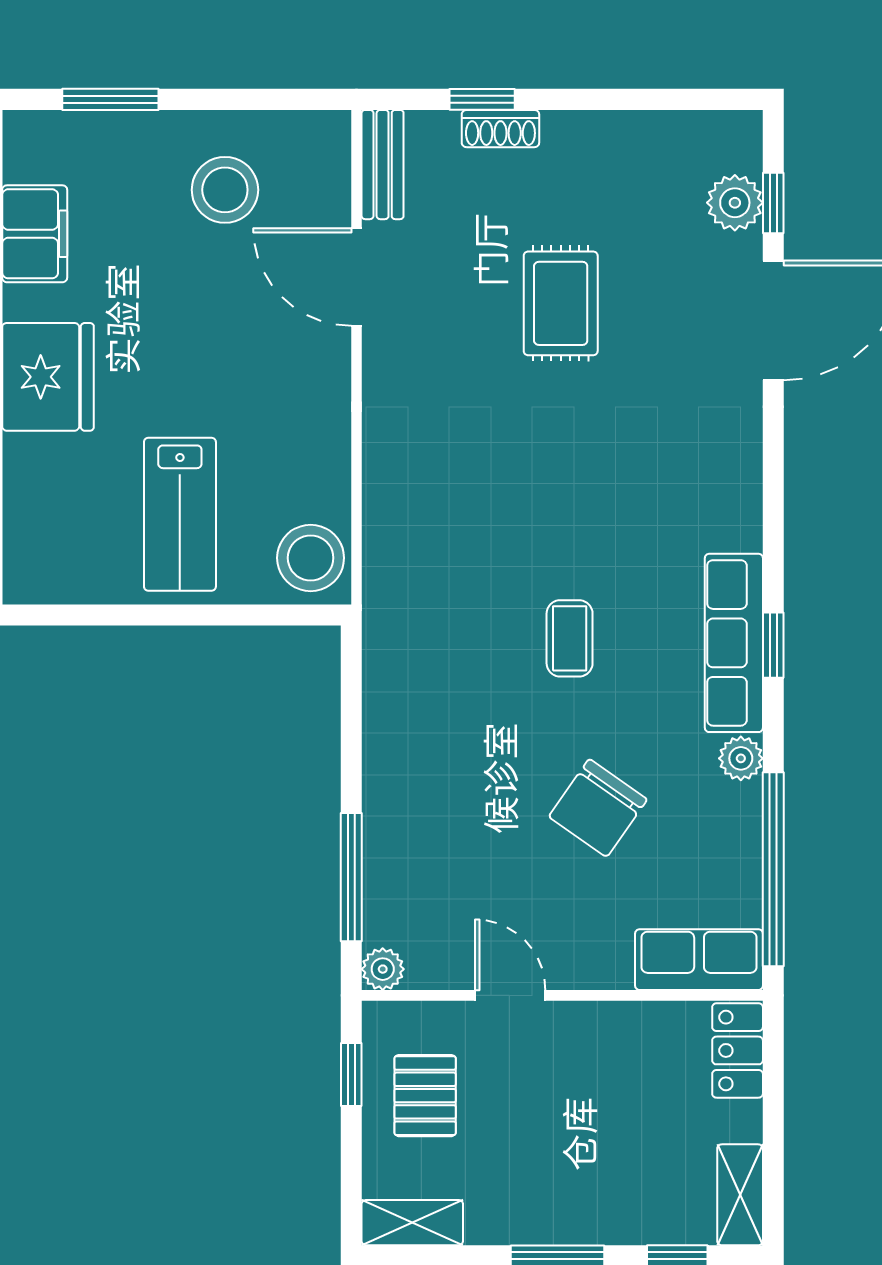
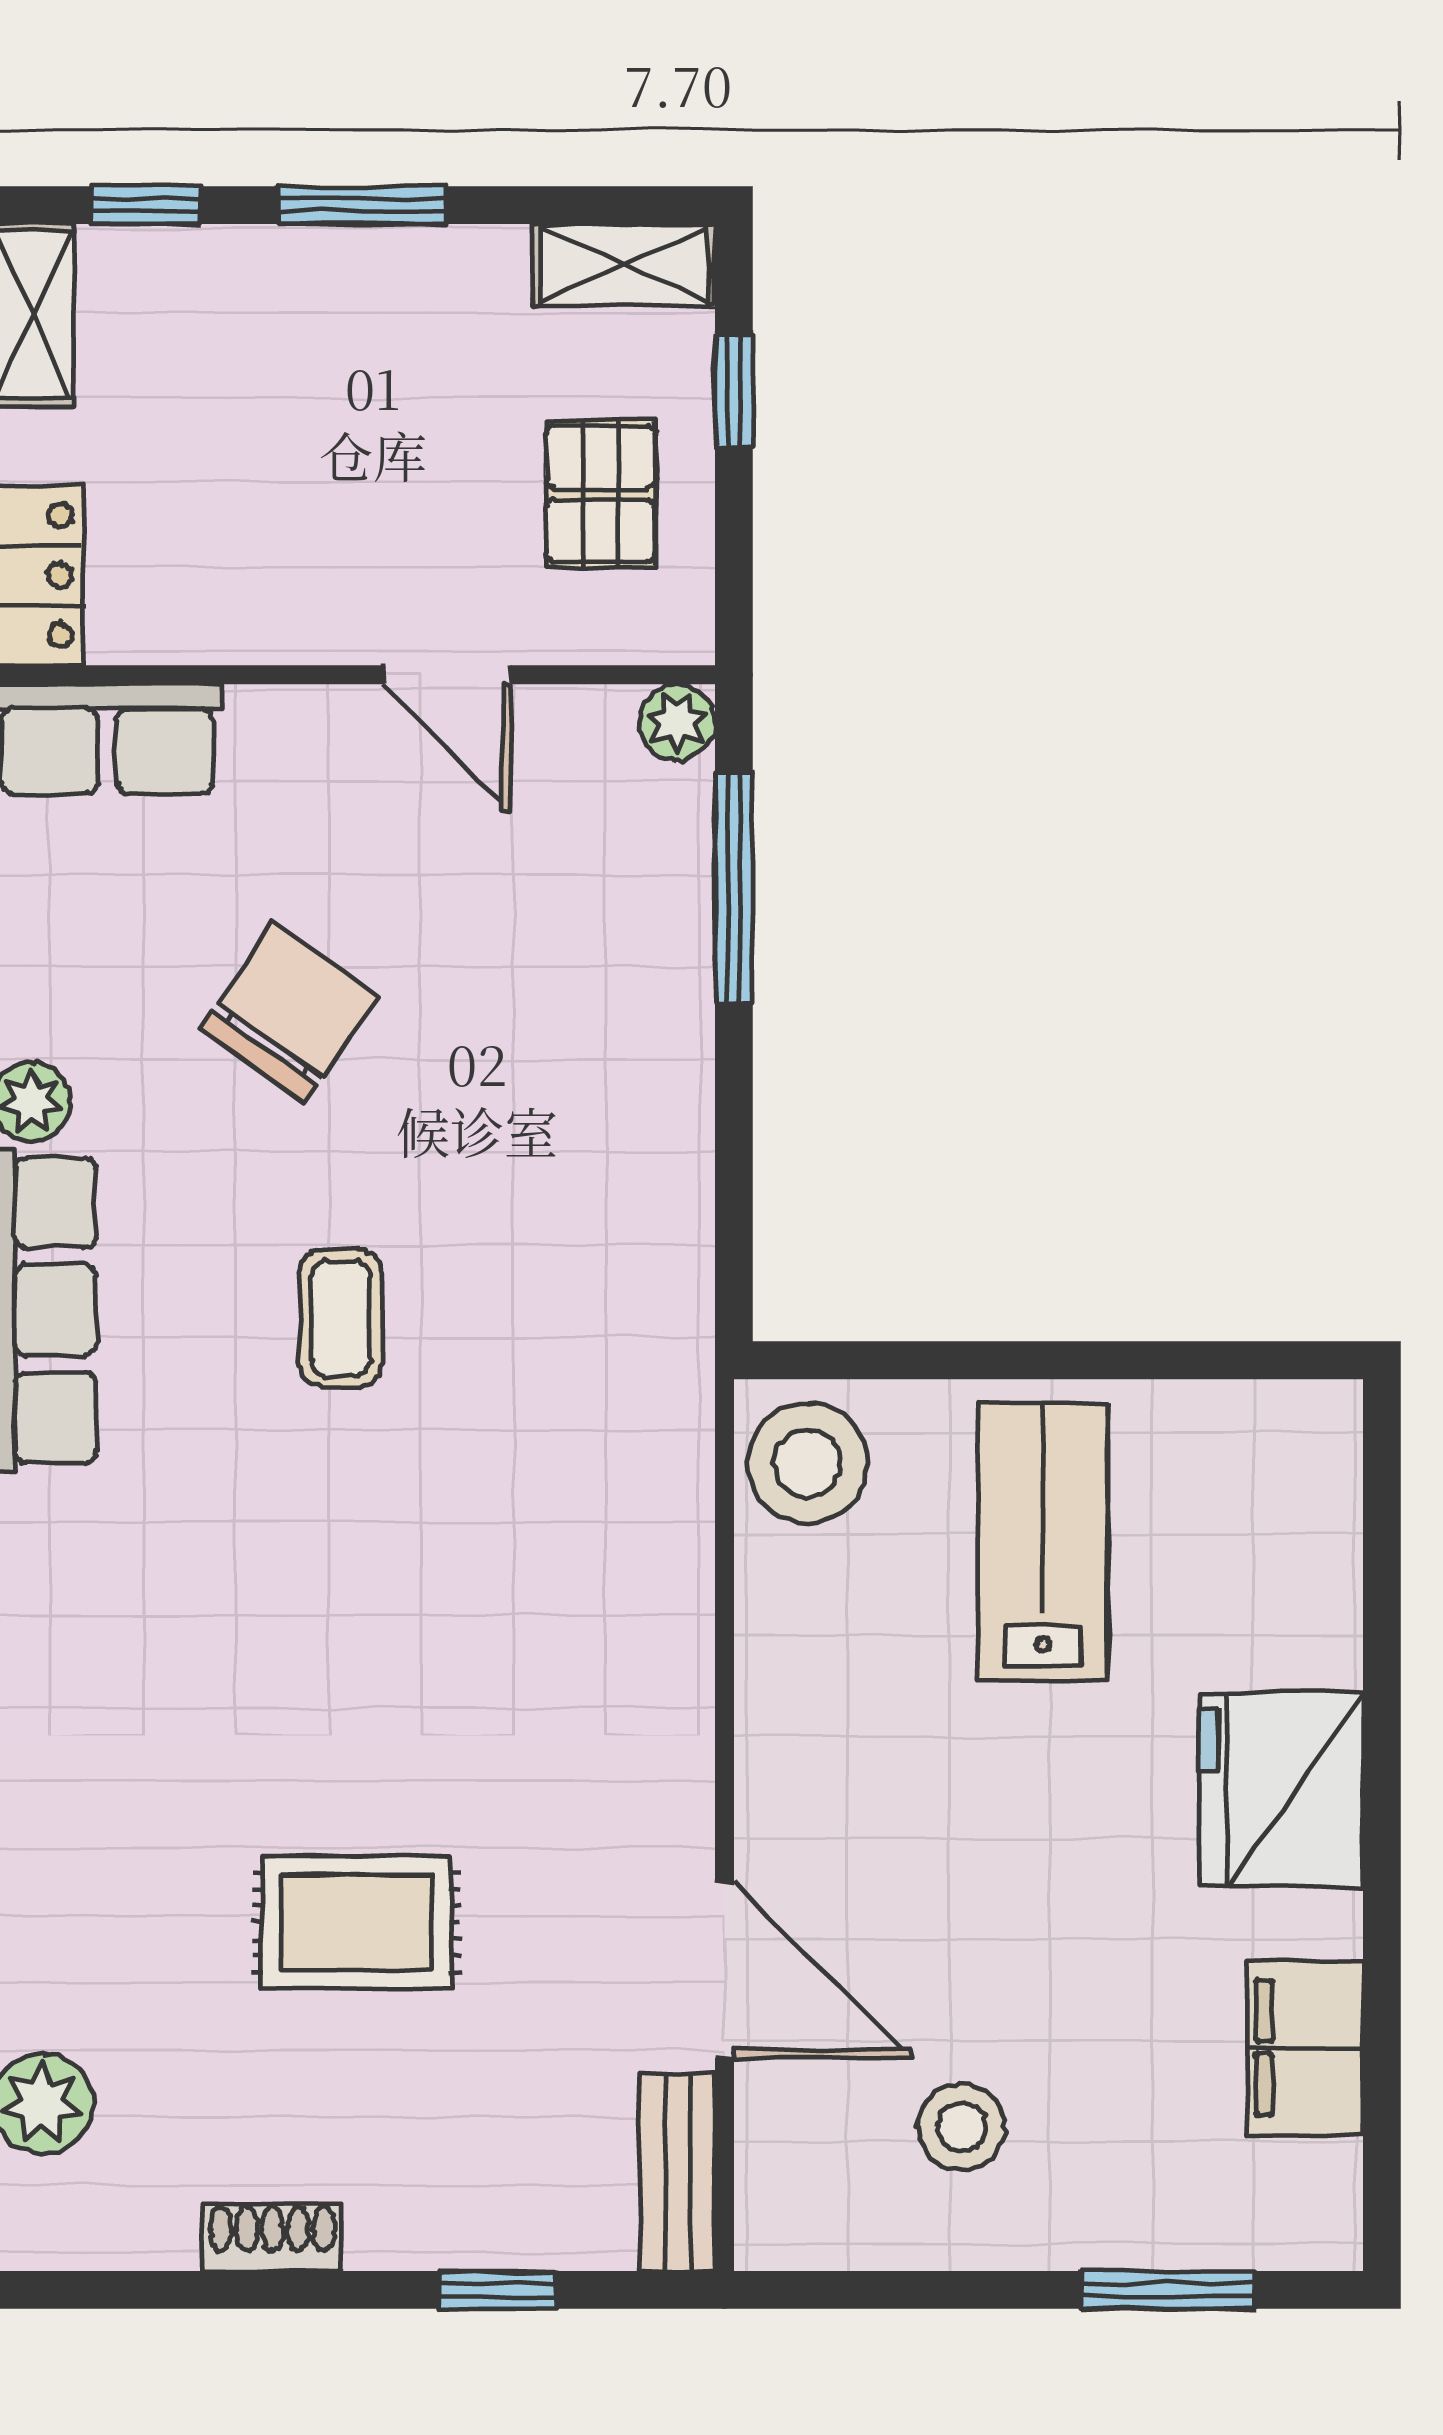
shoe rack: (500, 129) -> (272, 2237), moved
stool: (225, 190) -> (962, 2127), width x0.73, depth x0.73
rug: (561, 303) -> (356, 1922), turned 90
window: (351, 1075) -> (734, 390), moved

